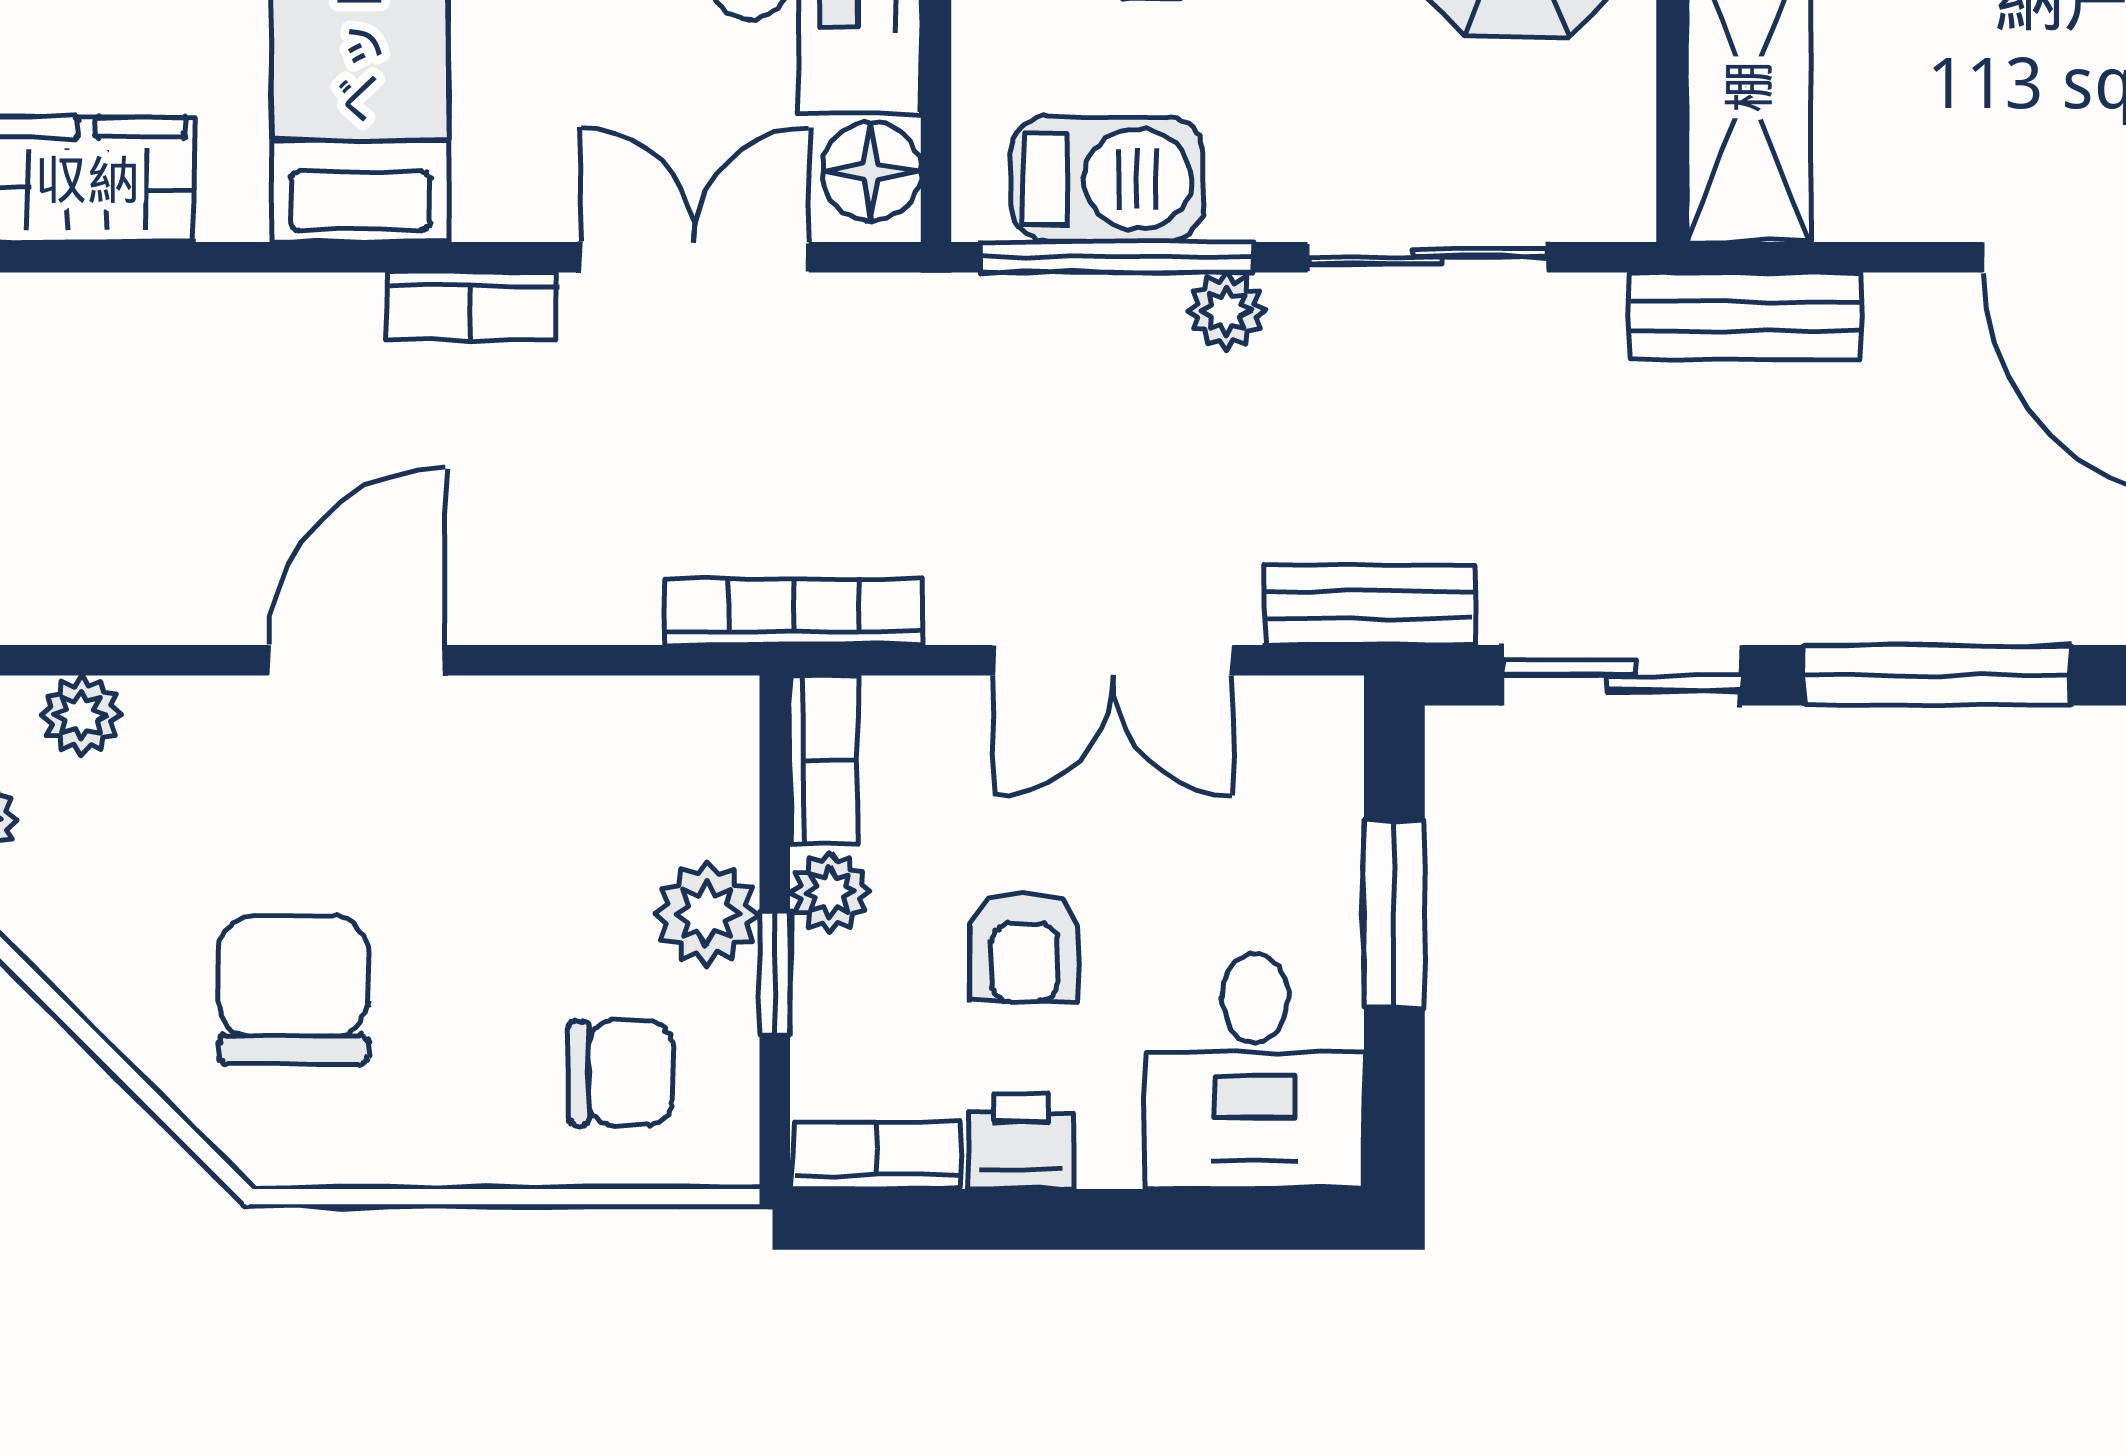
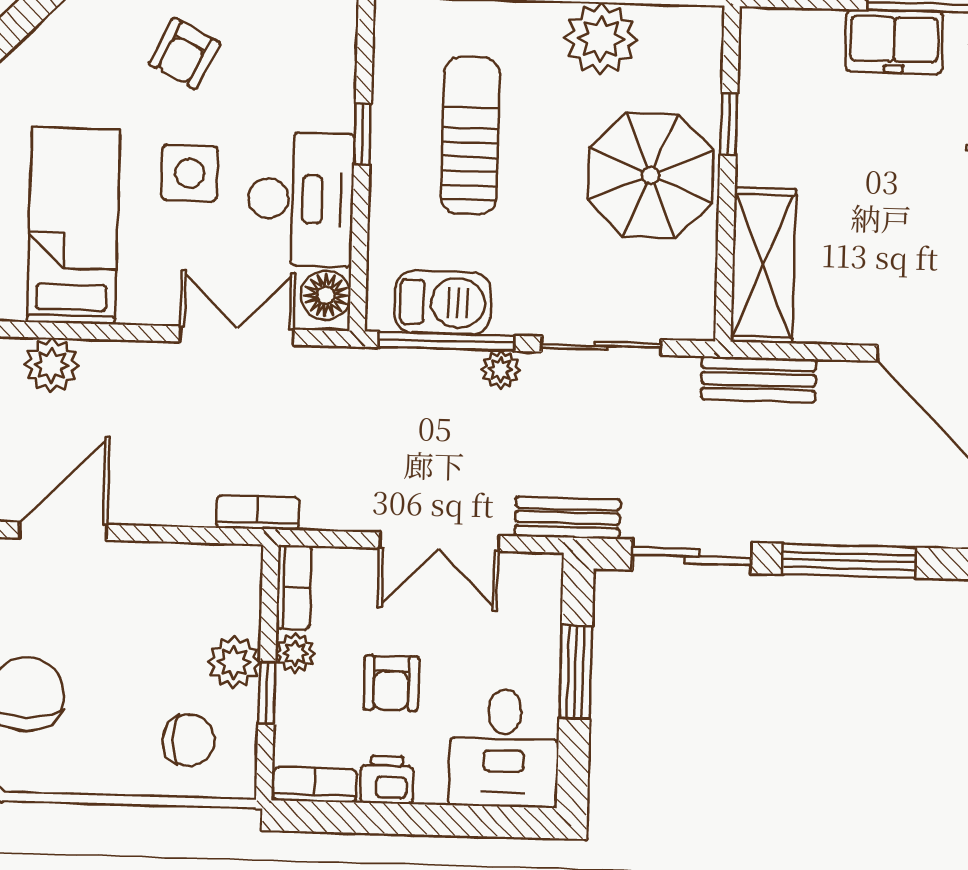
bookcase: (471, 306) -> (125, 357), removed
plant: (324, 327) -> (52, 365), added
bookcase: (794, 612) -> (258, 513), width x0.64

